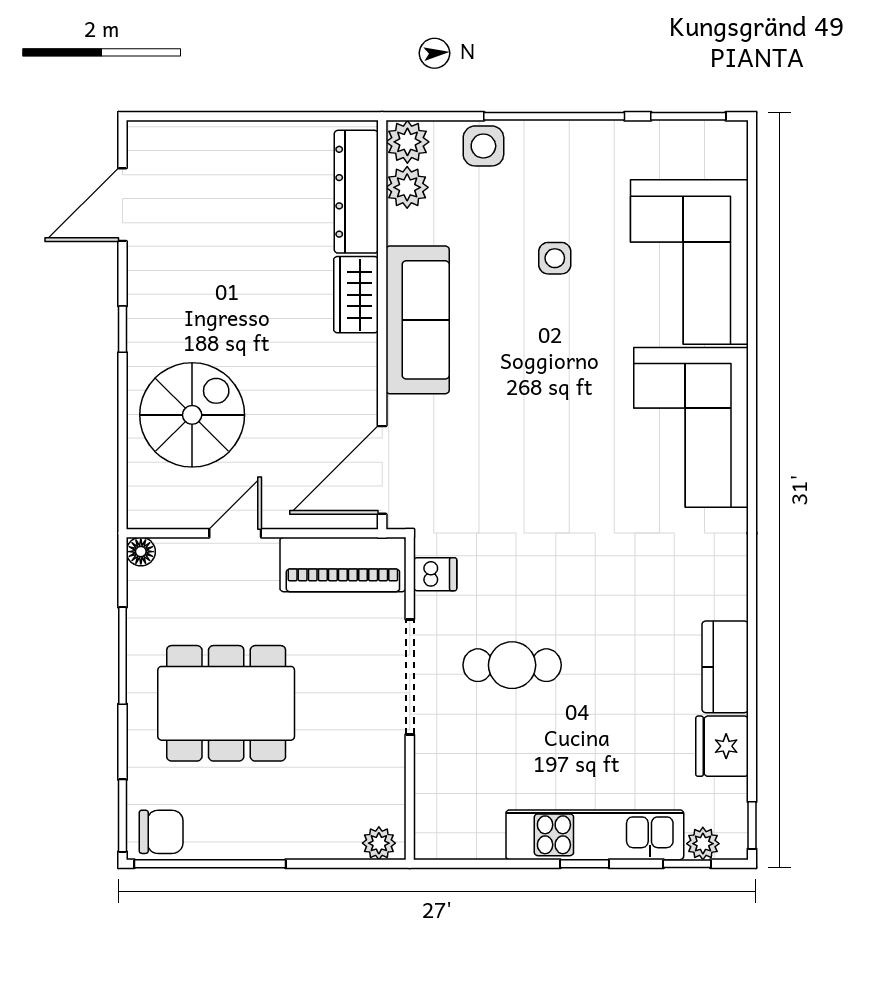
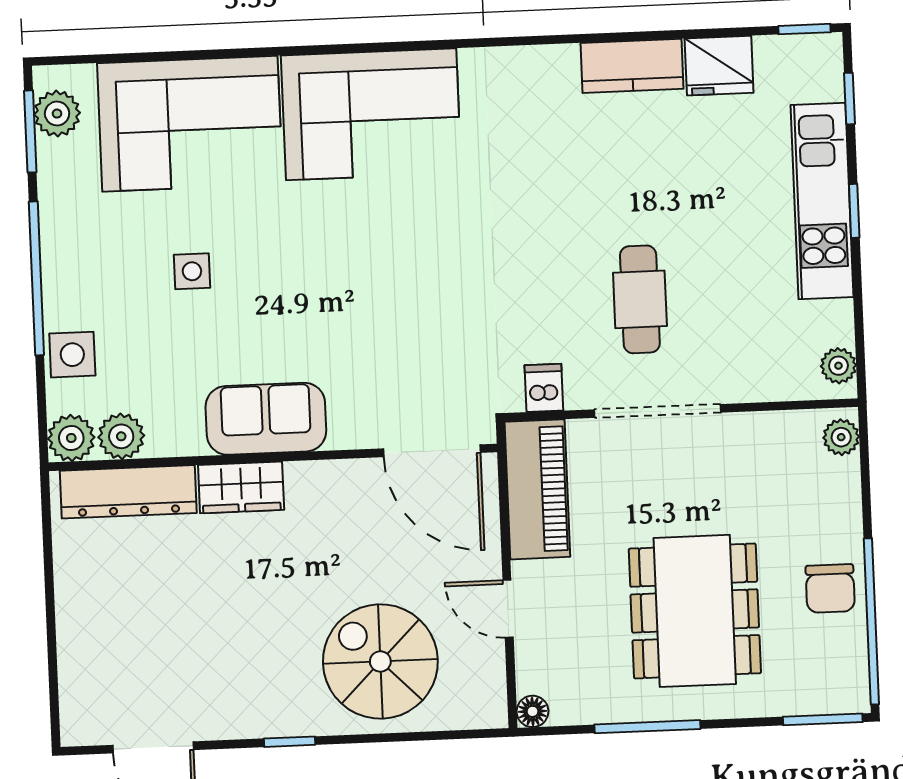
plant: (704, 141) -> (57, 114), added
sofa: (418, 320) -> (266, 419), width x0.73
chair: (161, 832) -> (830, 588), moved, turned 180
plant: (703, 844) -> (838, 366), moved

